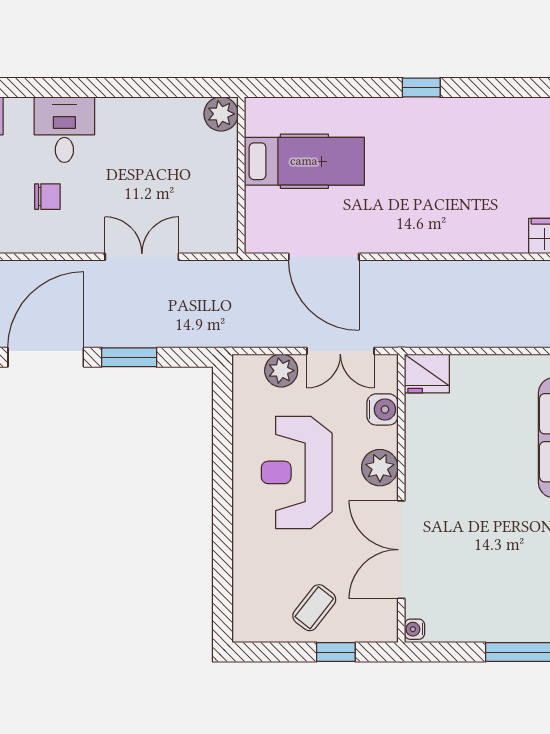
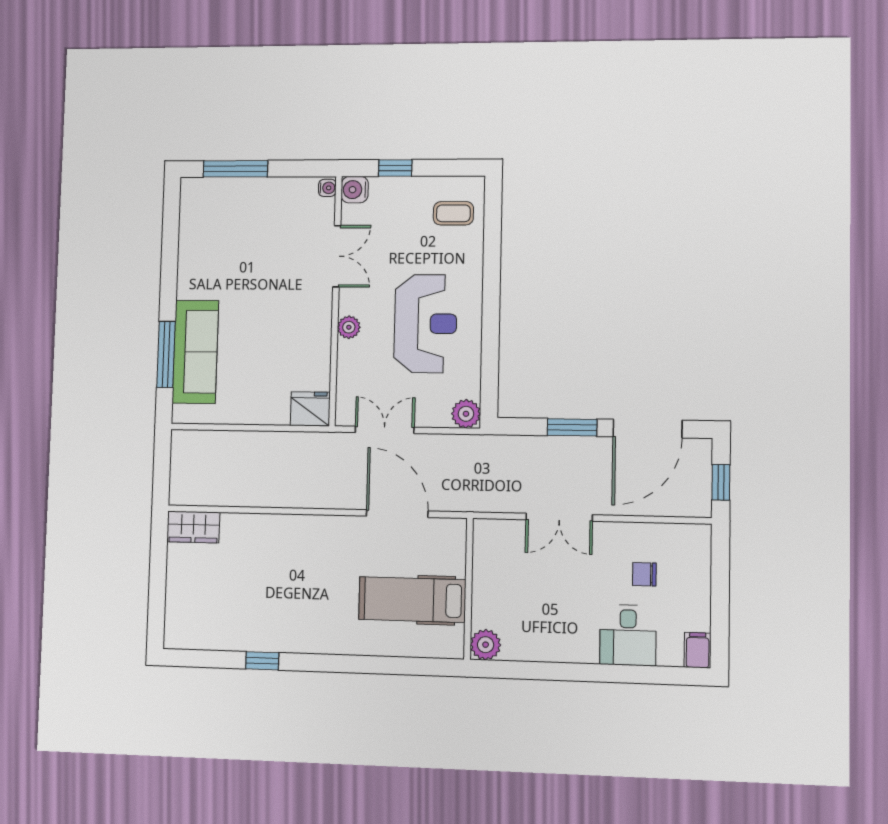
window: (421, 87) -> (262, 661), moved
plant: (281, 371) -> (466, 414), moved
water cooler: (382, 409) -> (355, 190), moved
plant: (380, 468) -> (349, 327), width x0.73, depth x0.73
double door: (401, 550) -> (337, 256), width x0.73
coffee table: (314, 608) -> (453, 213), moved, turned 52

